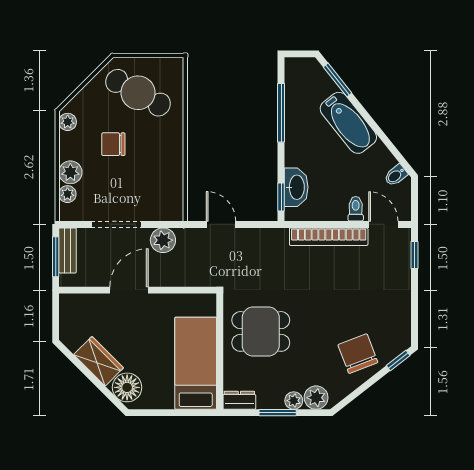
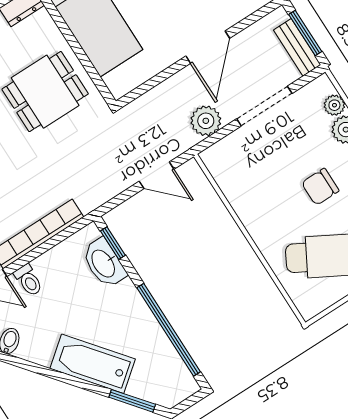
window: (281, 113) -> (169, 330), width x1.46
chair: (113, 144) -> (320, 187), turned 180

